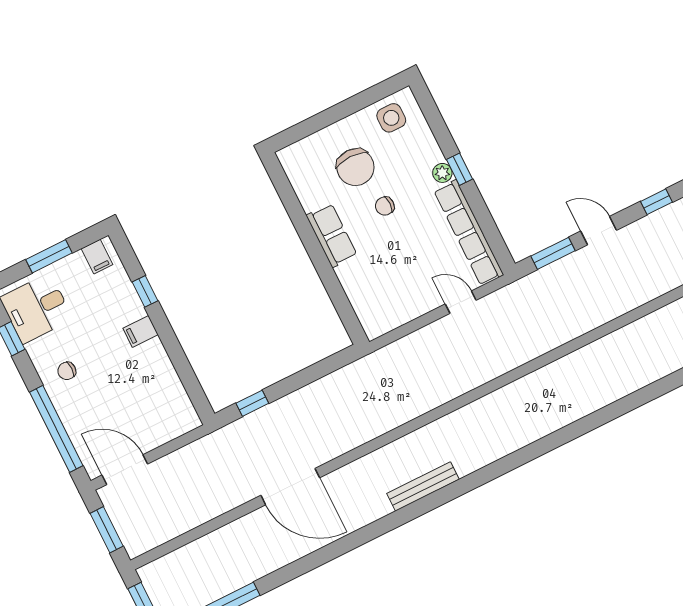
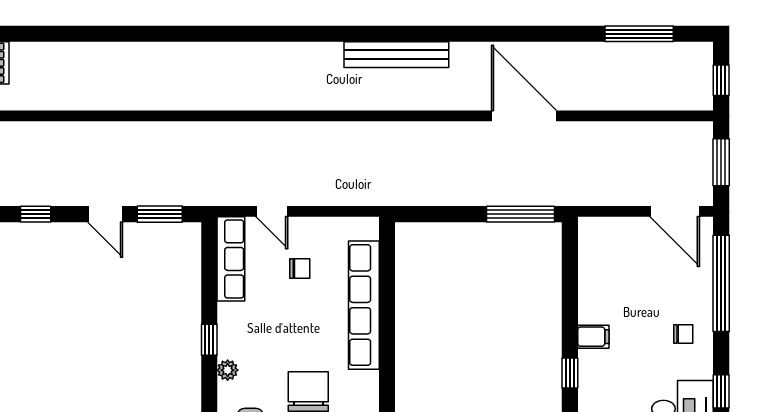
plant: (442, 173) -> (228, 370), moved
chair: (385, 206) -> (300, 269), moved
row of seats: (469, 233) -> (231, 259), width x0.73
row of seats: (332, 235) -> (364, 305), width x2.02
window: (252, 403) -> (521, 214), width x2.17
bench: (423, 486) -> (396, 55), width x1.37, depth x1.21

